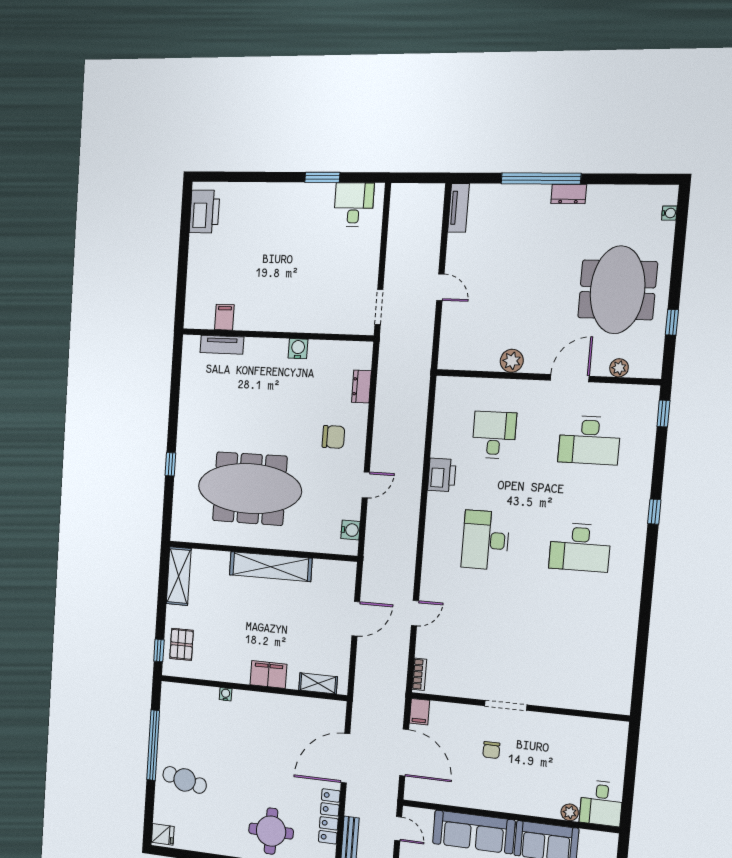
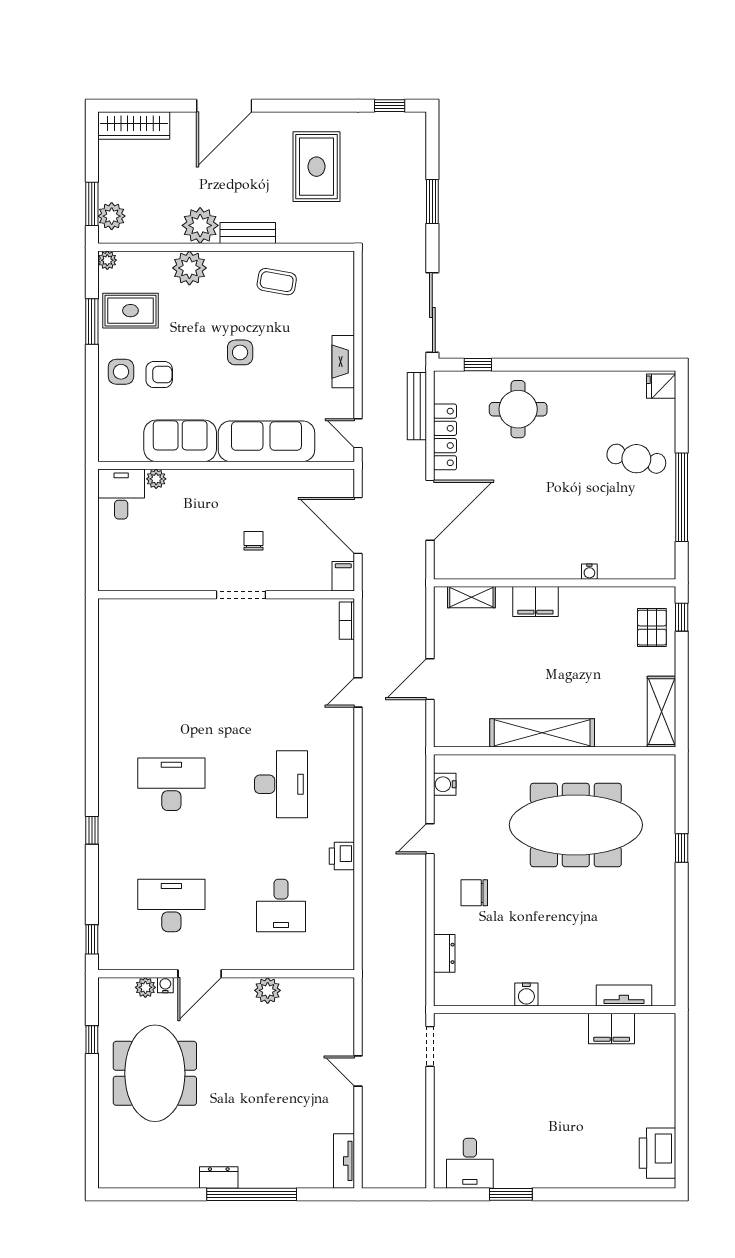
water cooler: (669, 213) -> (165, 985), moved, turned 90
filing cabinet: (224, 317) -> (612, 1029), width x2.00
printer: (442, 475) -> (342, 856), width x0.73, depth x0.81

